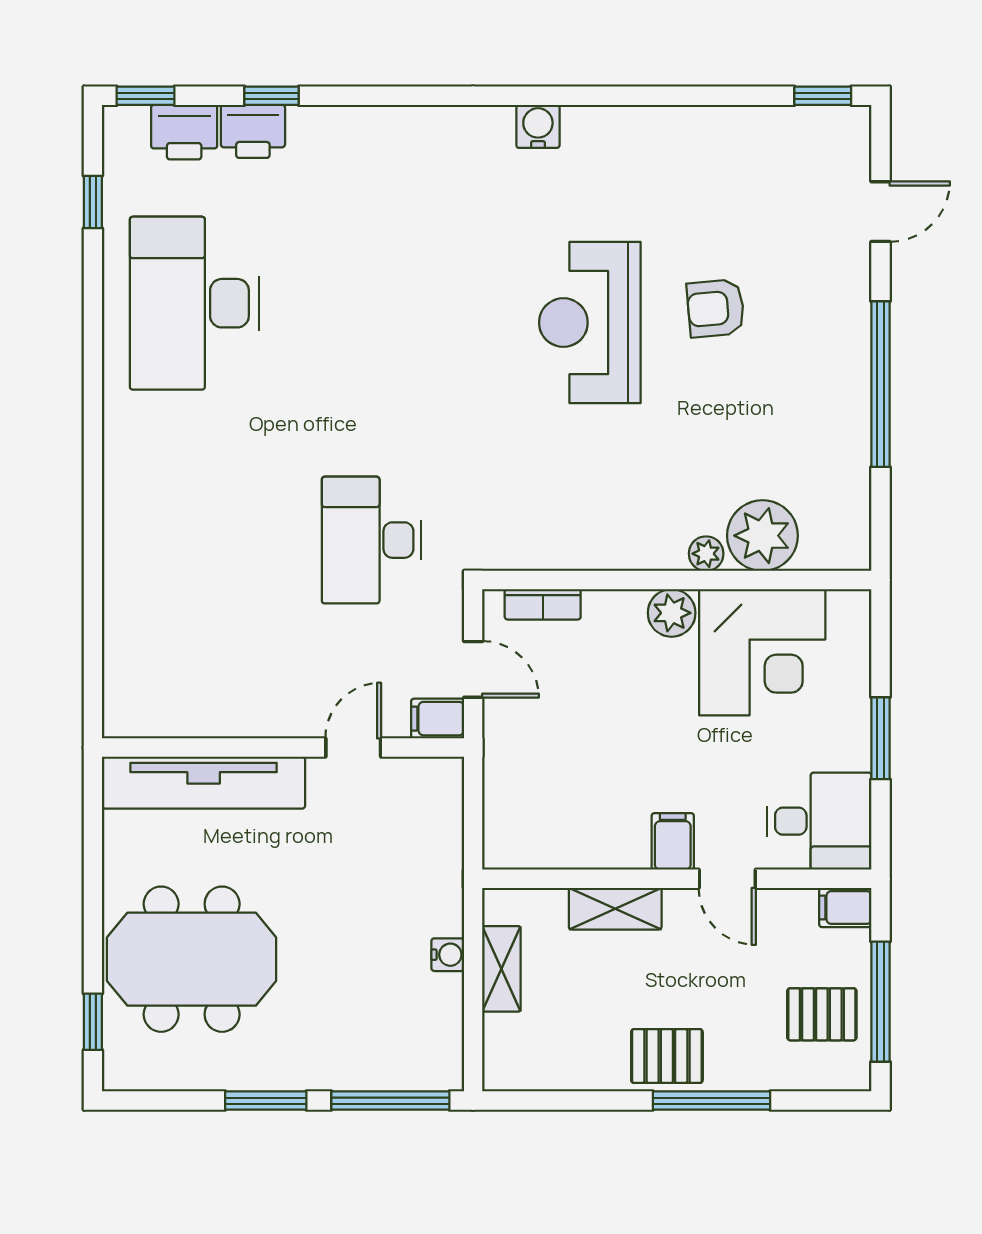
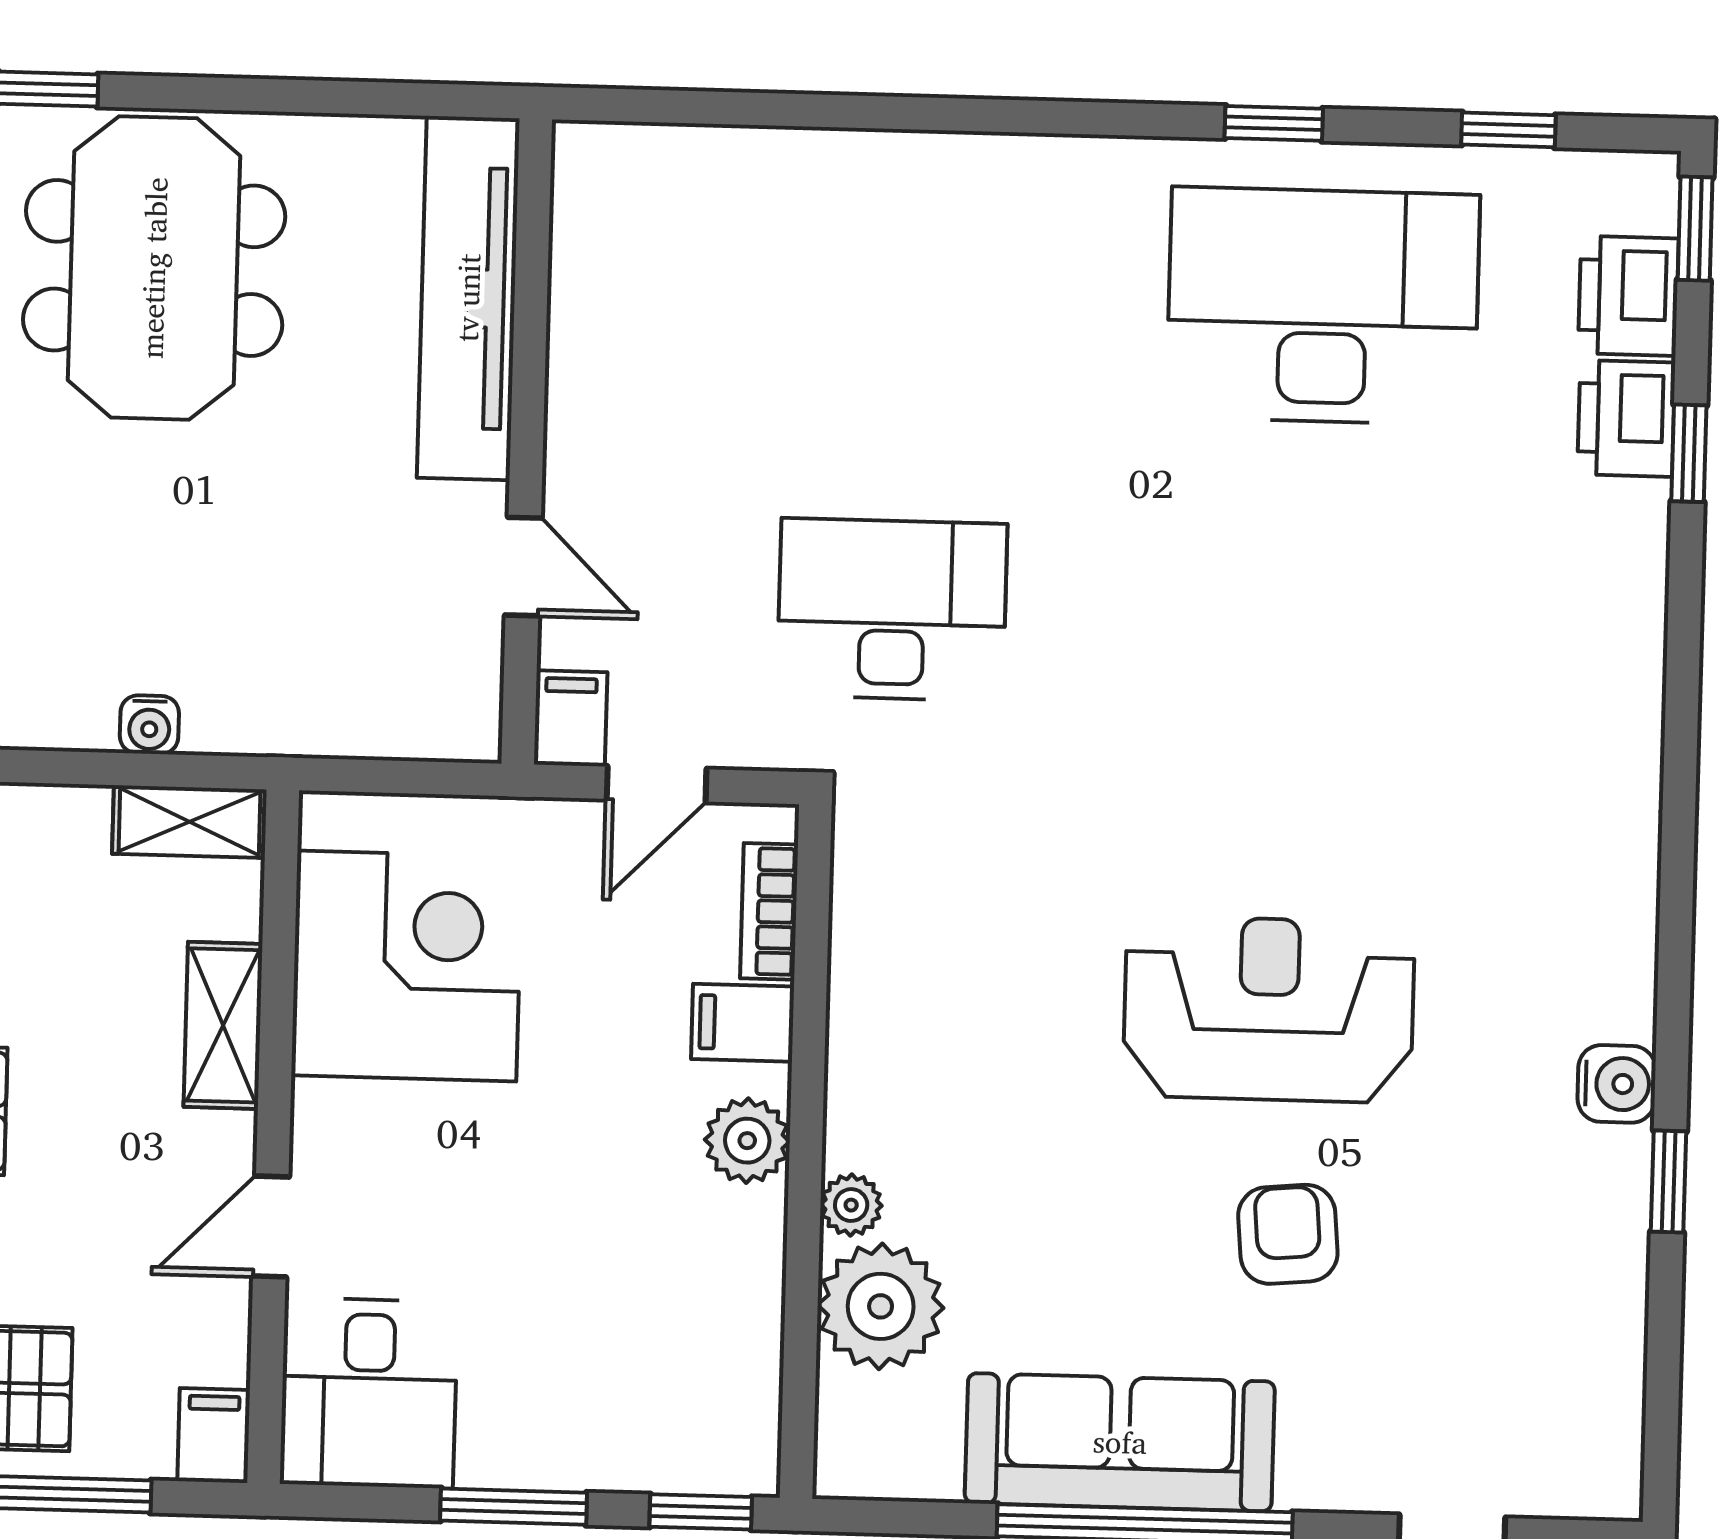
window: (823, 96) -> (1668, 1181), moved
water cooler: (538, 126) -> (1617, 1084), moved
window: (93, 334) -> (1274, 123), added
sofa: (835, 399) -> (1120, 1442), added
window: (880, 633) -> (701, 1512), added
corner desk: (762, 652) -> (407, 966), moved, turned 180
filing cabinet: (673, 841) -> (743, 1023), moved, turned 180
shelving: (501, 969) -> (189, 822), moved

